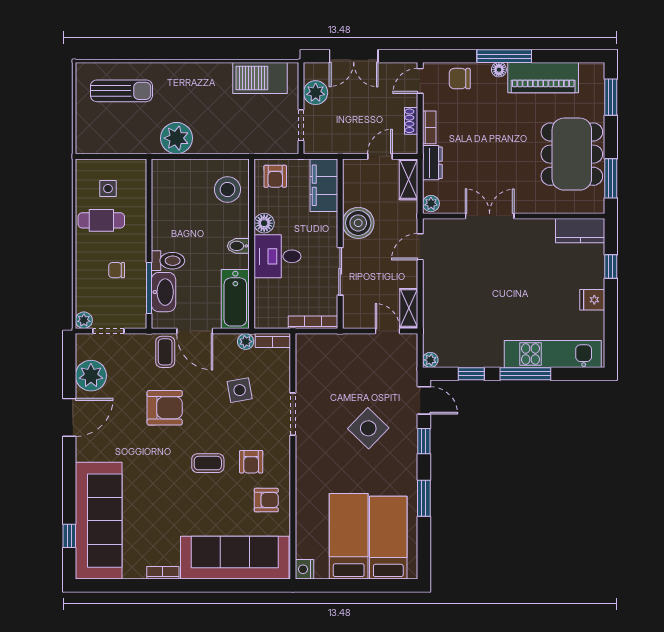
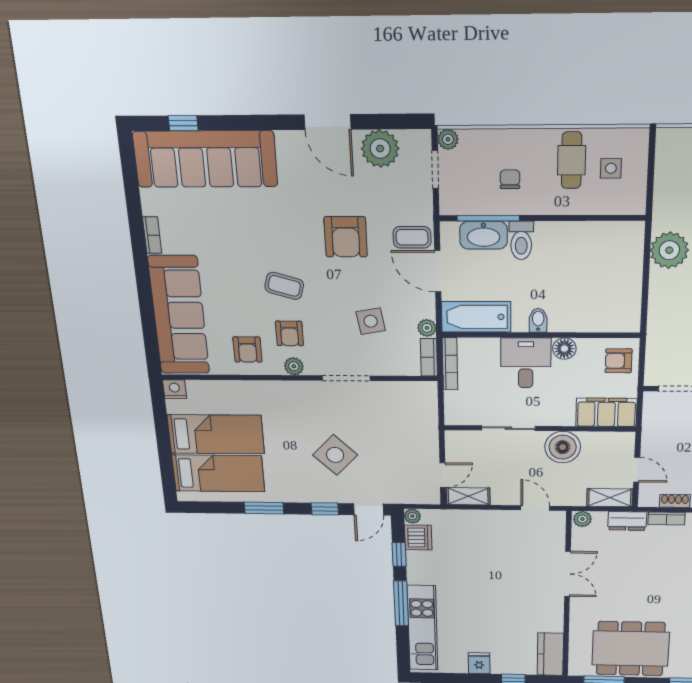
stool: (227, 190) -> (605, 308), removed
bookcase: (313, 322) -> (450, 364), moved
door: (195, 331) -> (438, 271), hinge flipped
dishwasher: (453, 355) -> (418, 538), added
plant: (282, 460) -> (294, 366), added
armchair: (251, 462) -> (289, 333), turned -90
coffee table: (208, 463) -> (284, 286), turned -74

